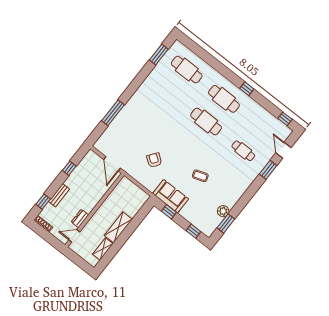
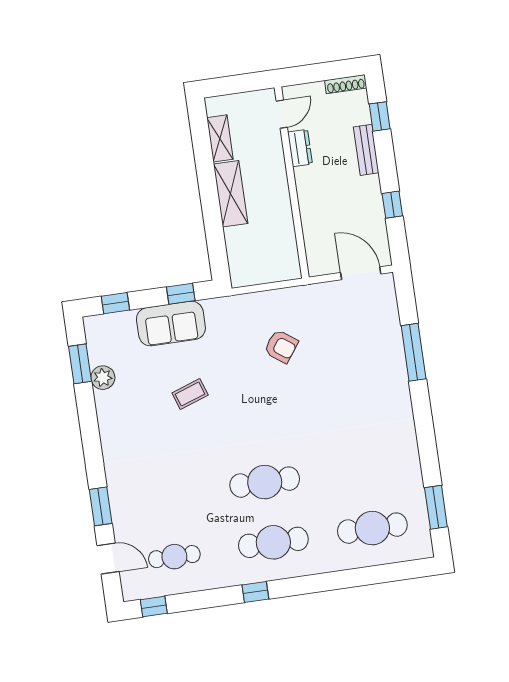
cafe table: (243, 151) -> (174, 557), moved
door: (112, 164) -> (361, 273), moved
sofa: (171, 196) -> (171, 323), moved

